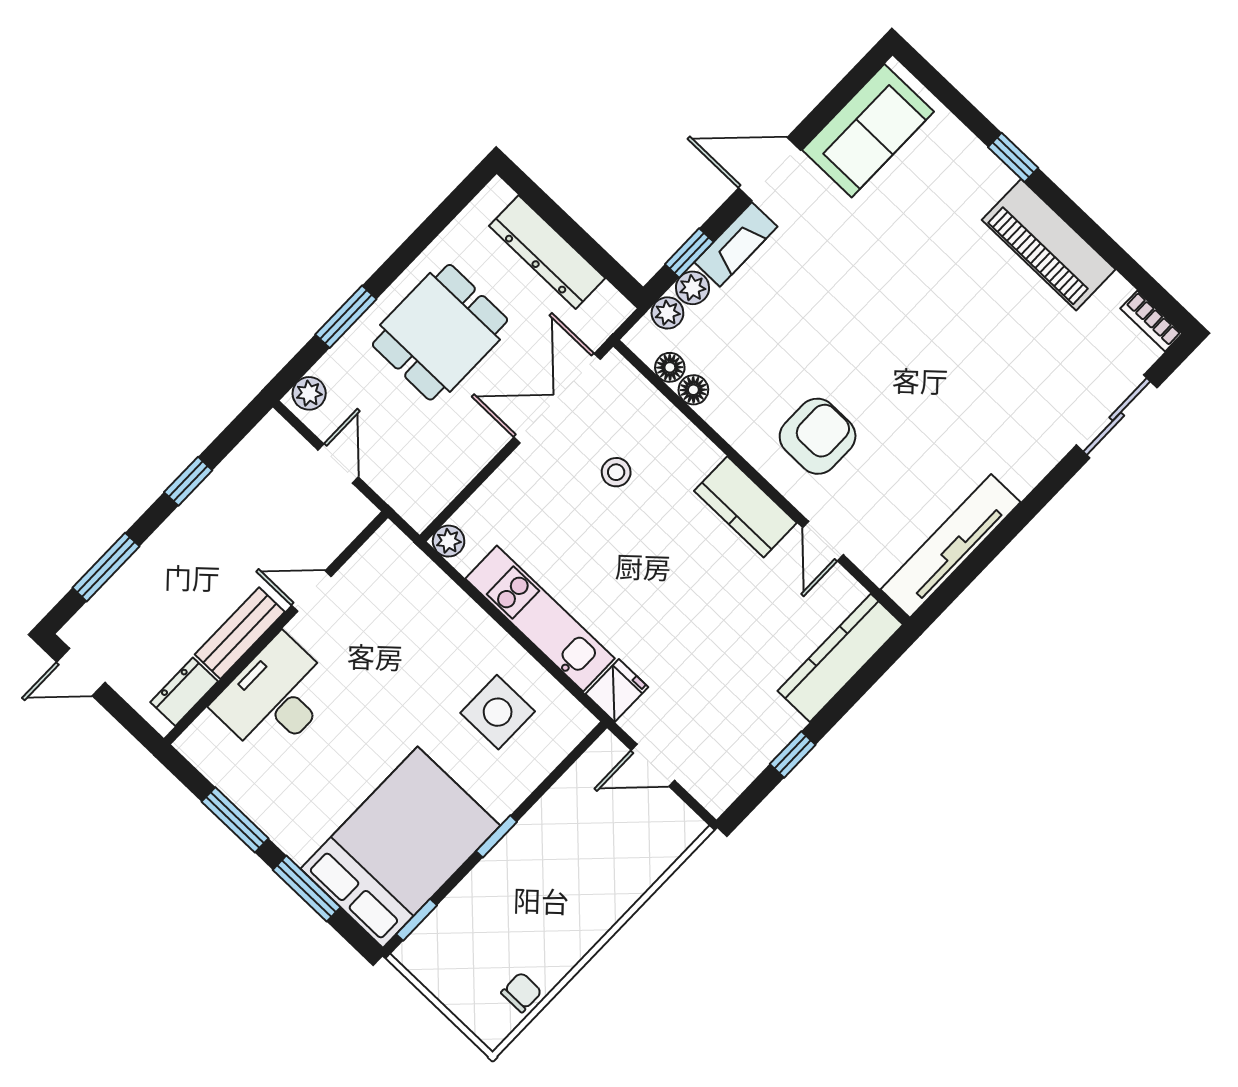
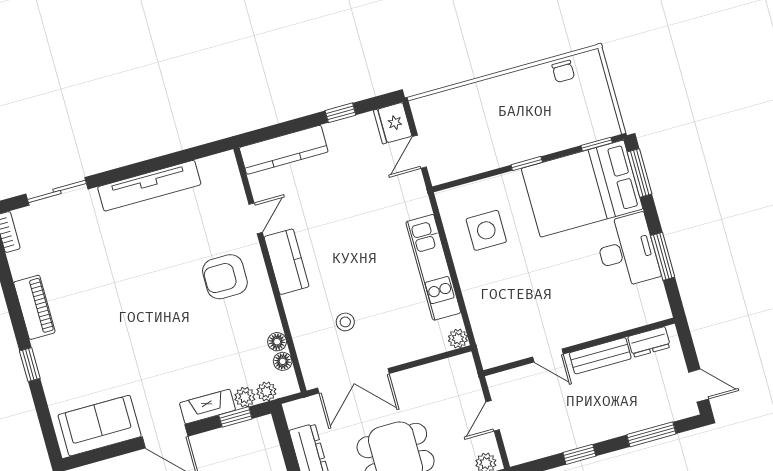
piano: (1049, 245) -> (34, 307), width x0.73, depth x0.75
tv unit: (950, 546) -> (149, 186), moved
fridge: (617, 691) -> (393, 123), moved, width x1.38
desk: (275, 697) -> (627, 251), moved, turned -90
door: (653, 765) -> (419, 152), swing flipped
window: (307, 889) -> (640, 173), moved
chair: (521, 992) -> (563, 71), turned -90

